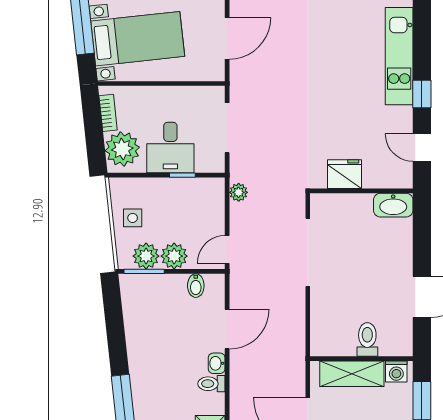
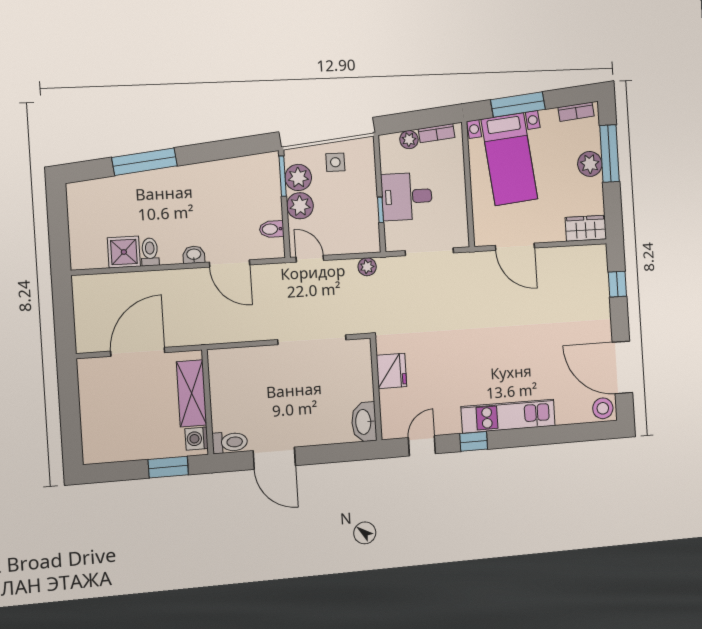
plant: (122, 149) -> (409, 140), width x0.53, depth x0.53
toilet: (367, 339) -> (230, 442), moved
toilet: (211, 384) -> (150, 252), moved

